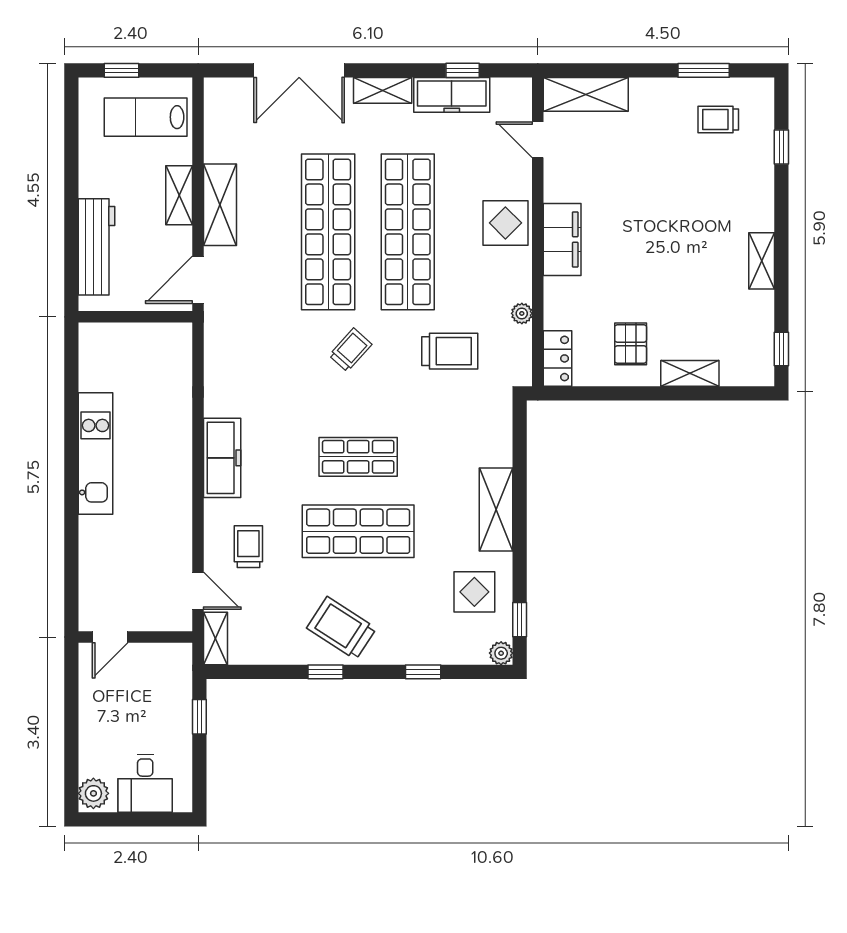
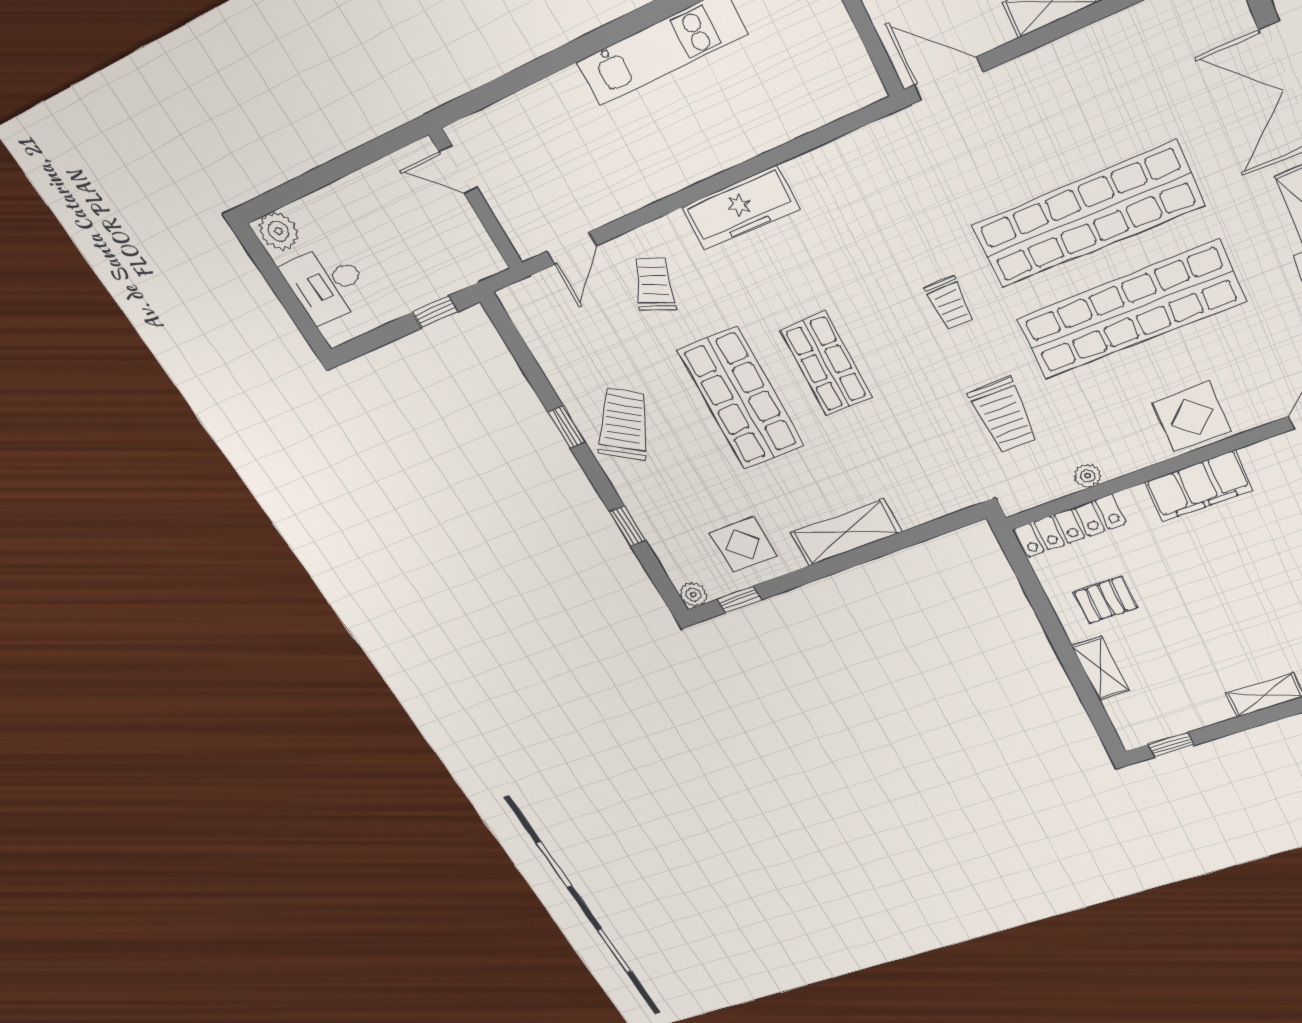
shelving: (220, 205) -> (1061, 63), removed
trolley: (350, 350) -> (950, 303), turned 48
locker: (557, 358) -> (1069, 526), width x1.53
trolley: (248, 547) -> (654, 284), turned -67
shelving: (215, 639) -> (530, 292), removed

